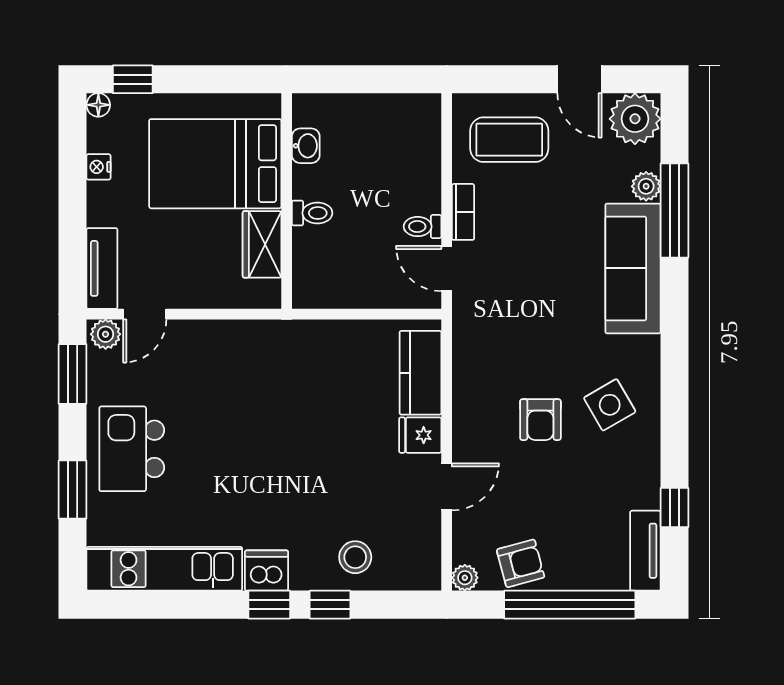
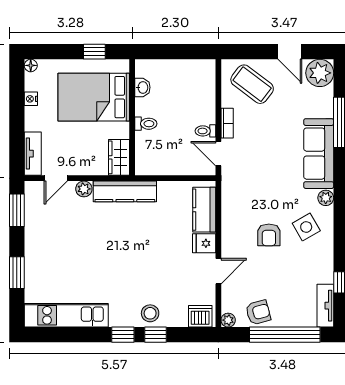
window: (133, 79) -> (94, 52), moved
coffee table: (509, 140) -> (252, 84), turned 37
plant: (646, 186) -> (326, 198), moved
wardrobe: (262, 244) -> (119, 157), moved
plant: (106, 334) -> (84, 189), moved
kitchen counter: (273, 339) -> (125, 191), added
kitchen island: (132, 449) -> (49, 251), removed
stool: (355, 557) -> (150, 313), moved
dishwasher: (267, 571) -> (200, 316), moved

